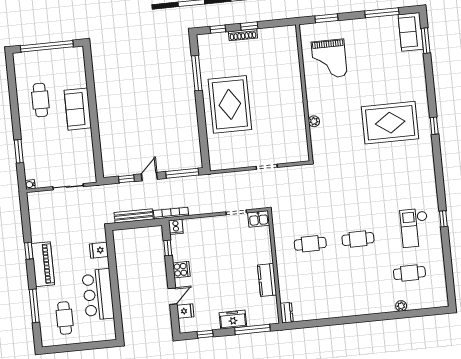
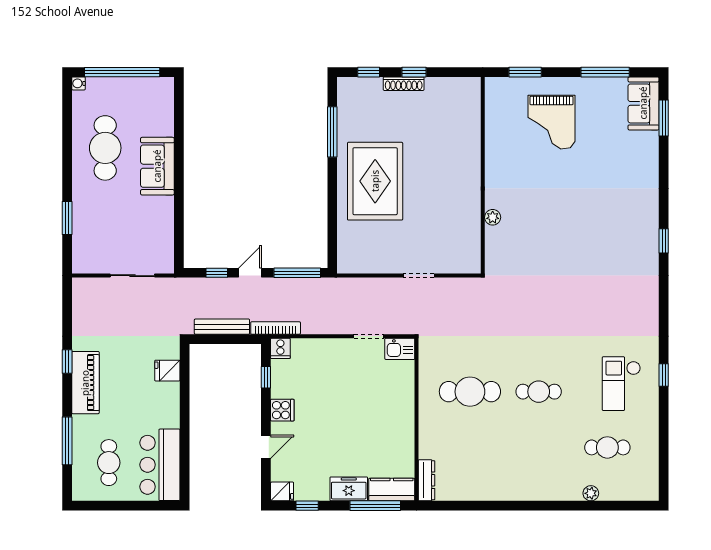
grand piano: (329, 59) -> (551, 122), moved
cafe table: (40, 100) -> (105, 148), width x1.37, depth x1.35
rug: (390, 123) -> (601, 230), removed
water cooler: (30, 185) -> (78, 83), moved
cafe table: (310, 244) -> (470, 392), width x1.37, depth x1.35
kitchen counter: (267, 280) -> (392, 490), moved, turned 90
bar counter: (98, 295) -> (160, 465), moved
fridge: (185, 311) -> (282, 491), moved
dresser: (287, 313) -> (427, 480), width x1.44

